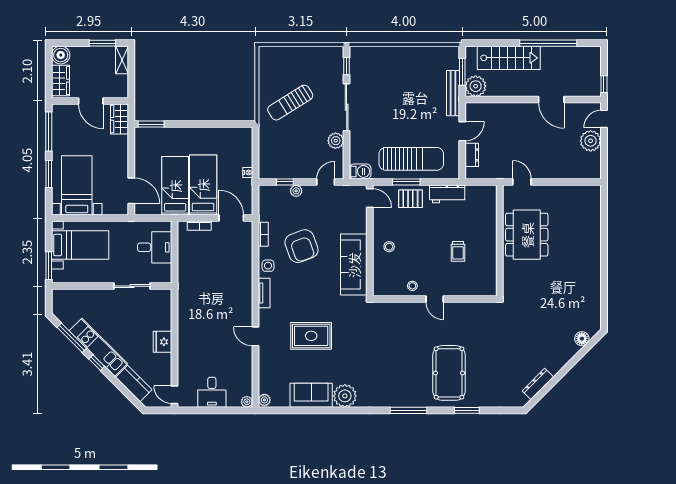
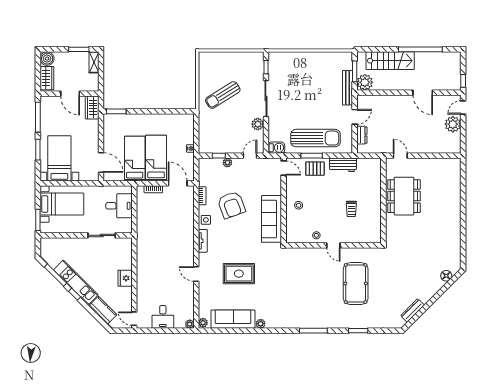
pool table: (449, 373) -> (356, 284), moved
sofa: (311, 395) -> (233, 319), width x1.36
plant: (345, 396) -> (261, 324), width x0.53, depth x0.53

